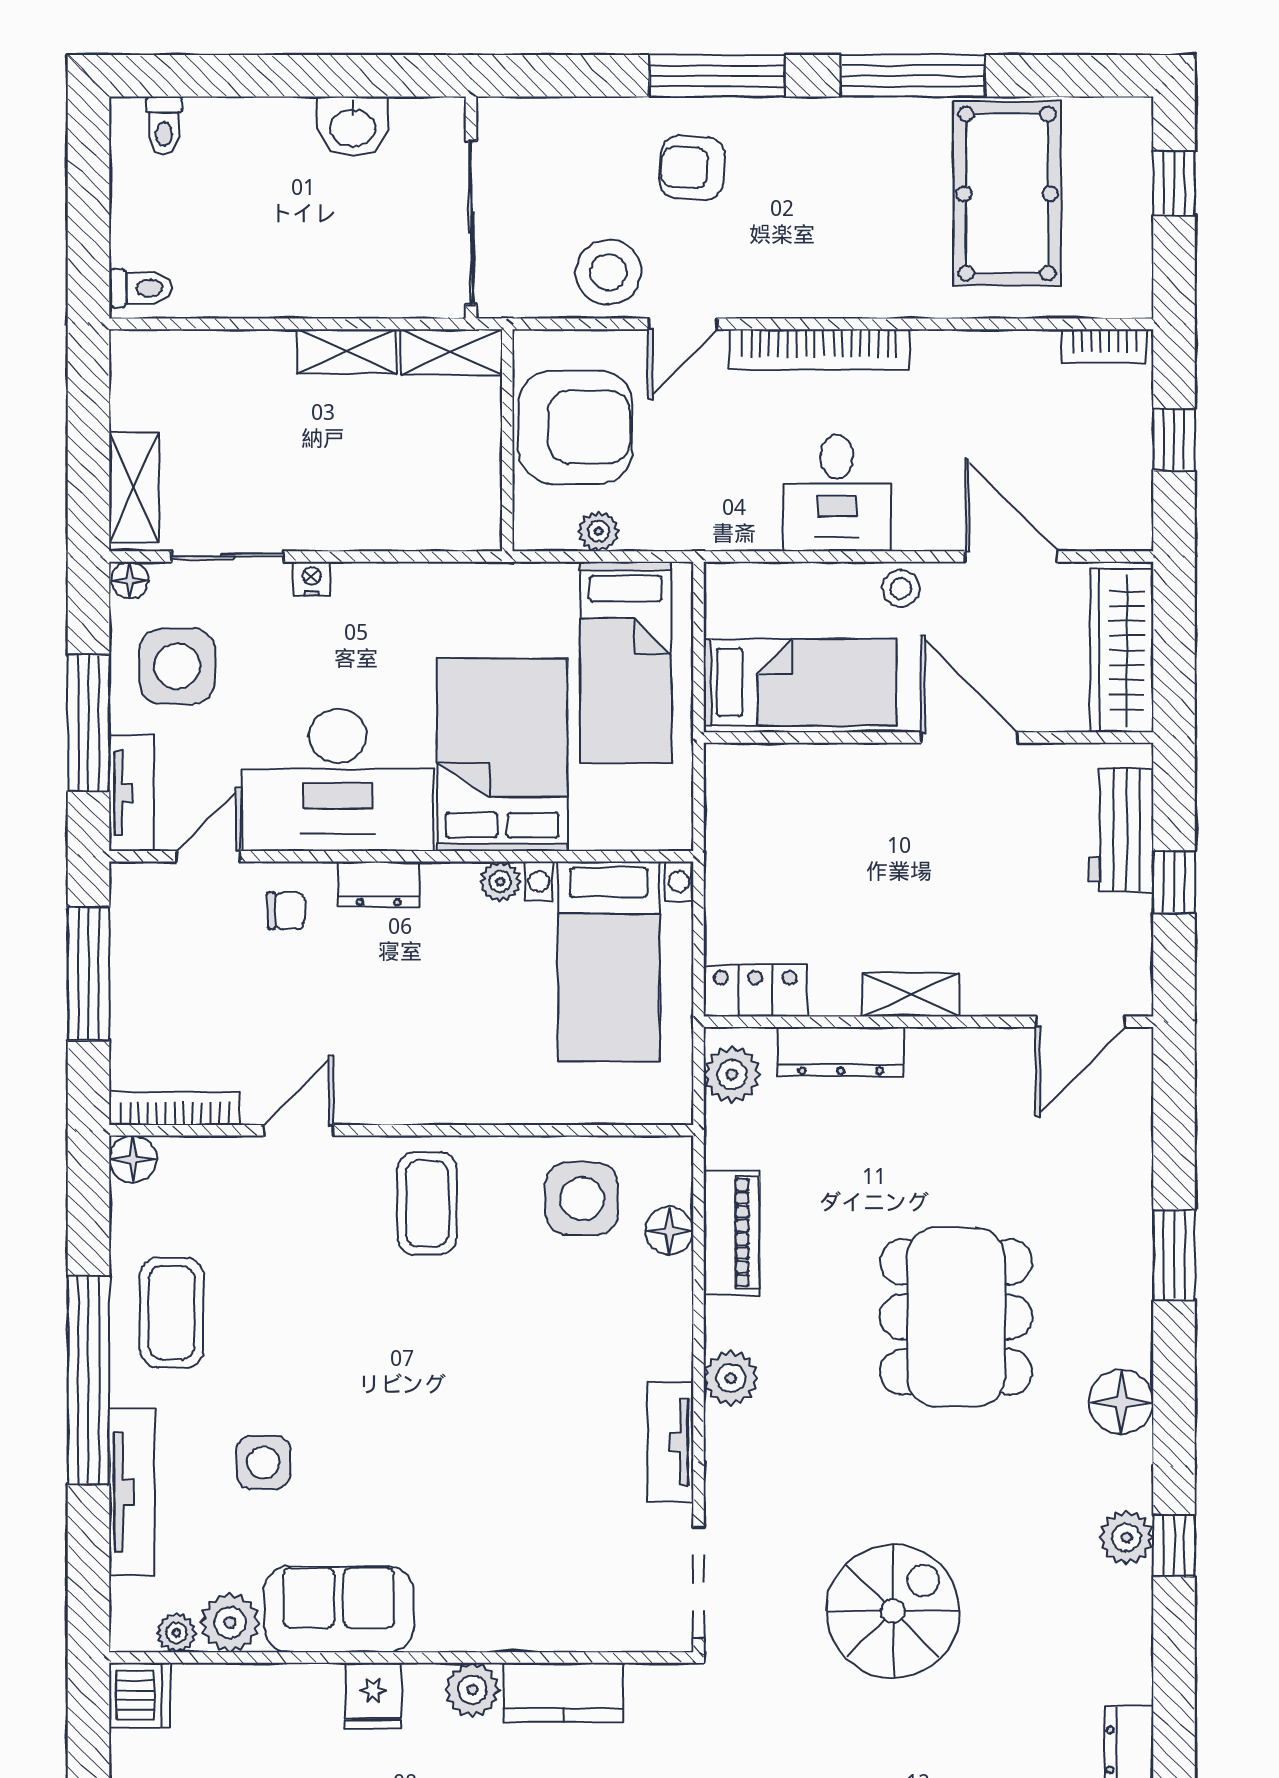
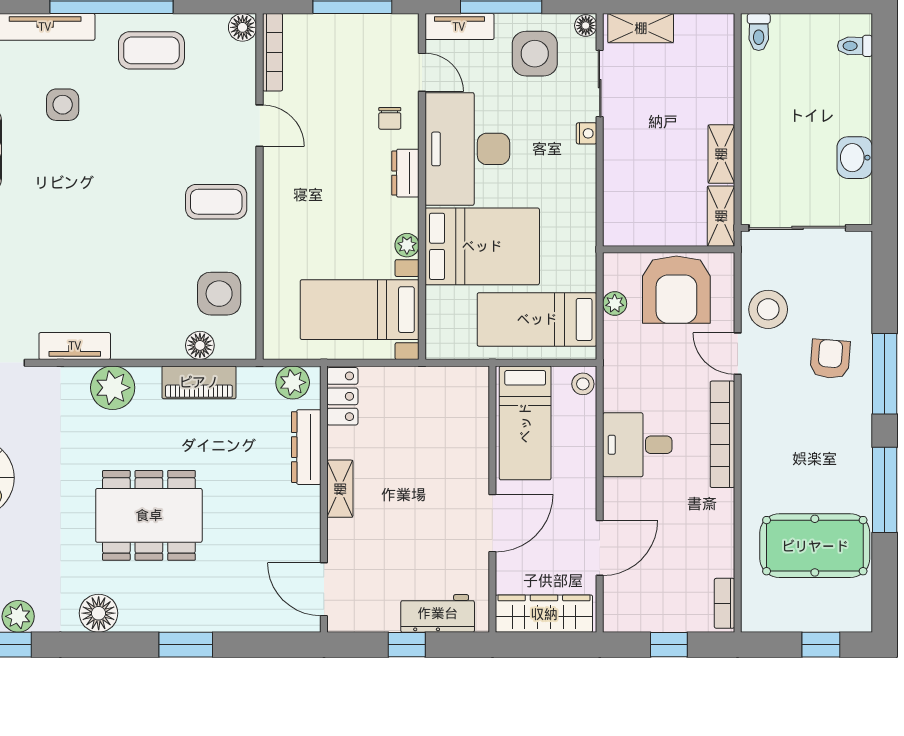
stool: (901, 588) -> (583, 384), moved
plant: (731, 1378) -> (113, 388), width x1.36, depth x1.36

